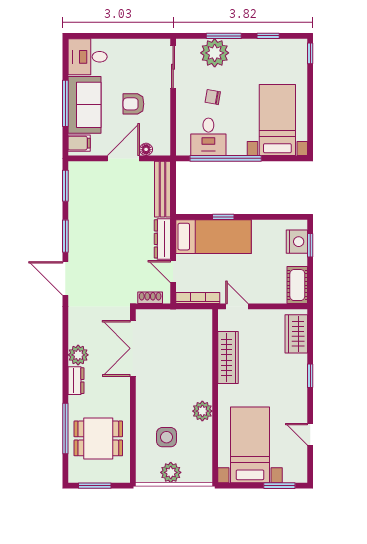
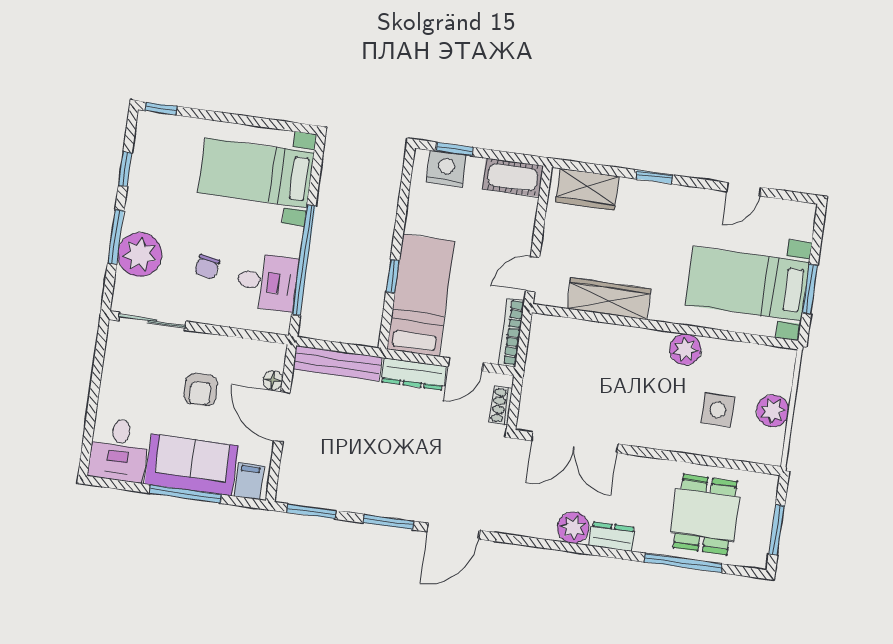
window: (279, 486) -> (810, 289), moved

